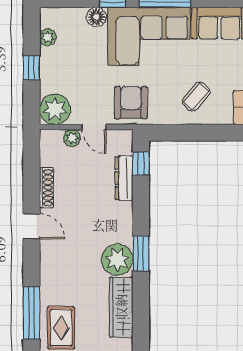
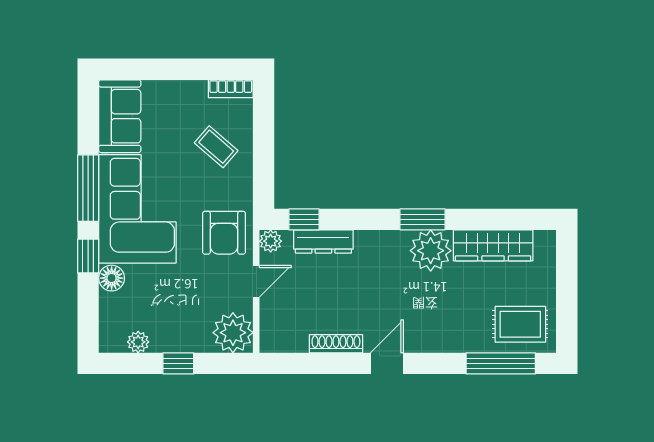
armchair: (131, 103) -> (224, 233), turned -90
plant: (72, 138) -> (271, 241), moved

